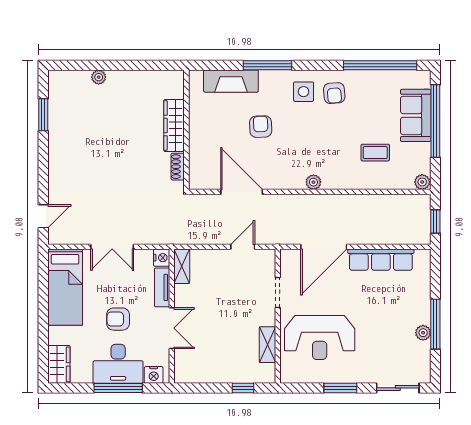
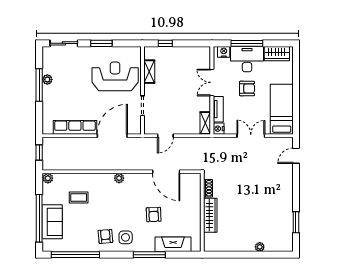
wardrobe: (59, 364) -> (277, 54), moved, turned -90

